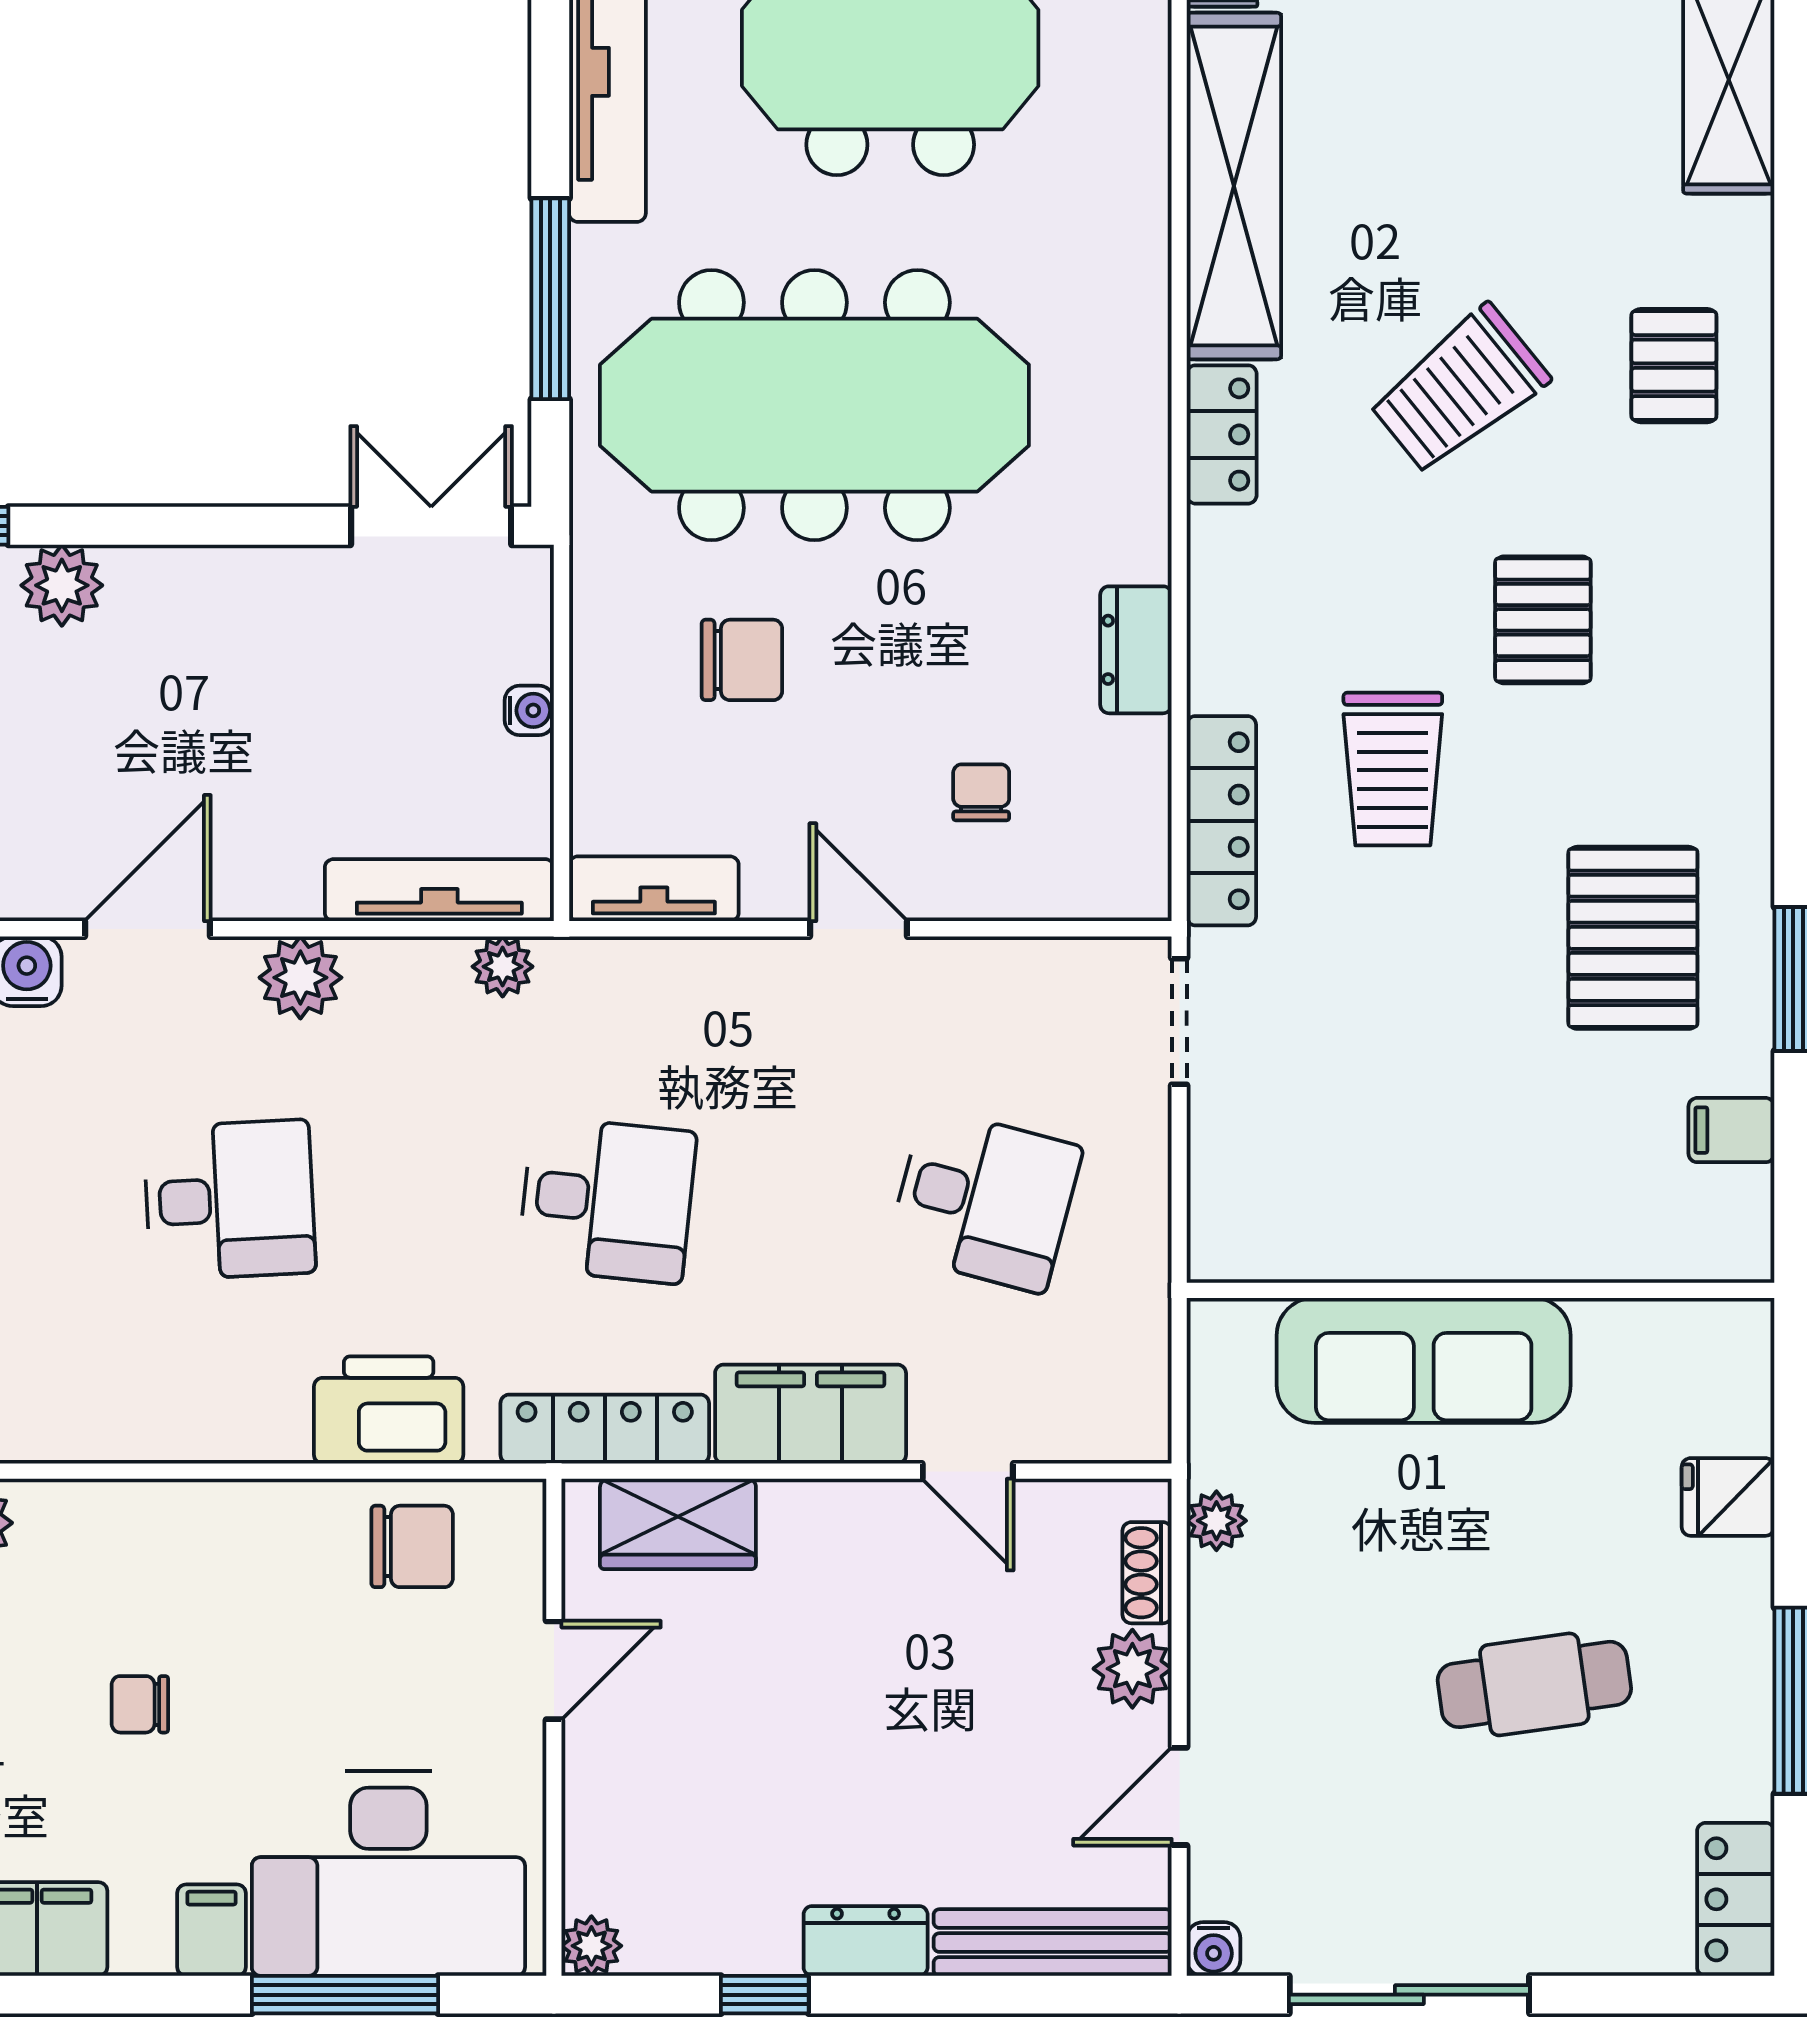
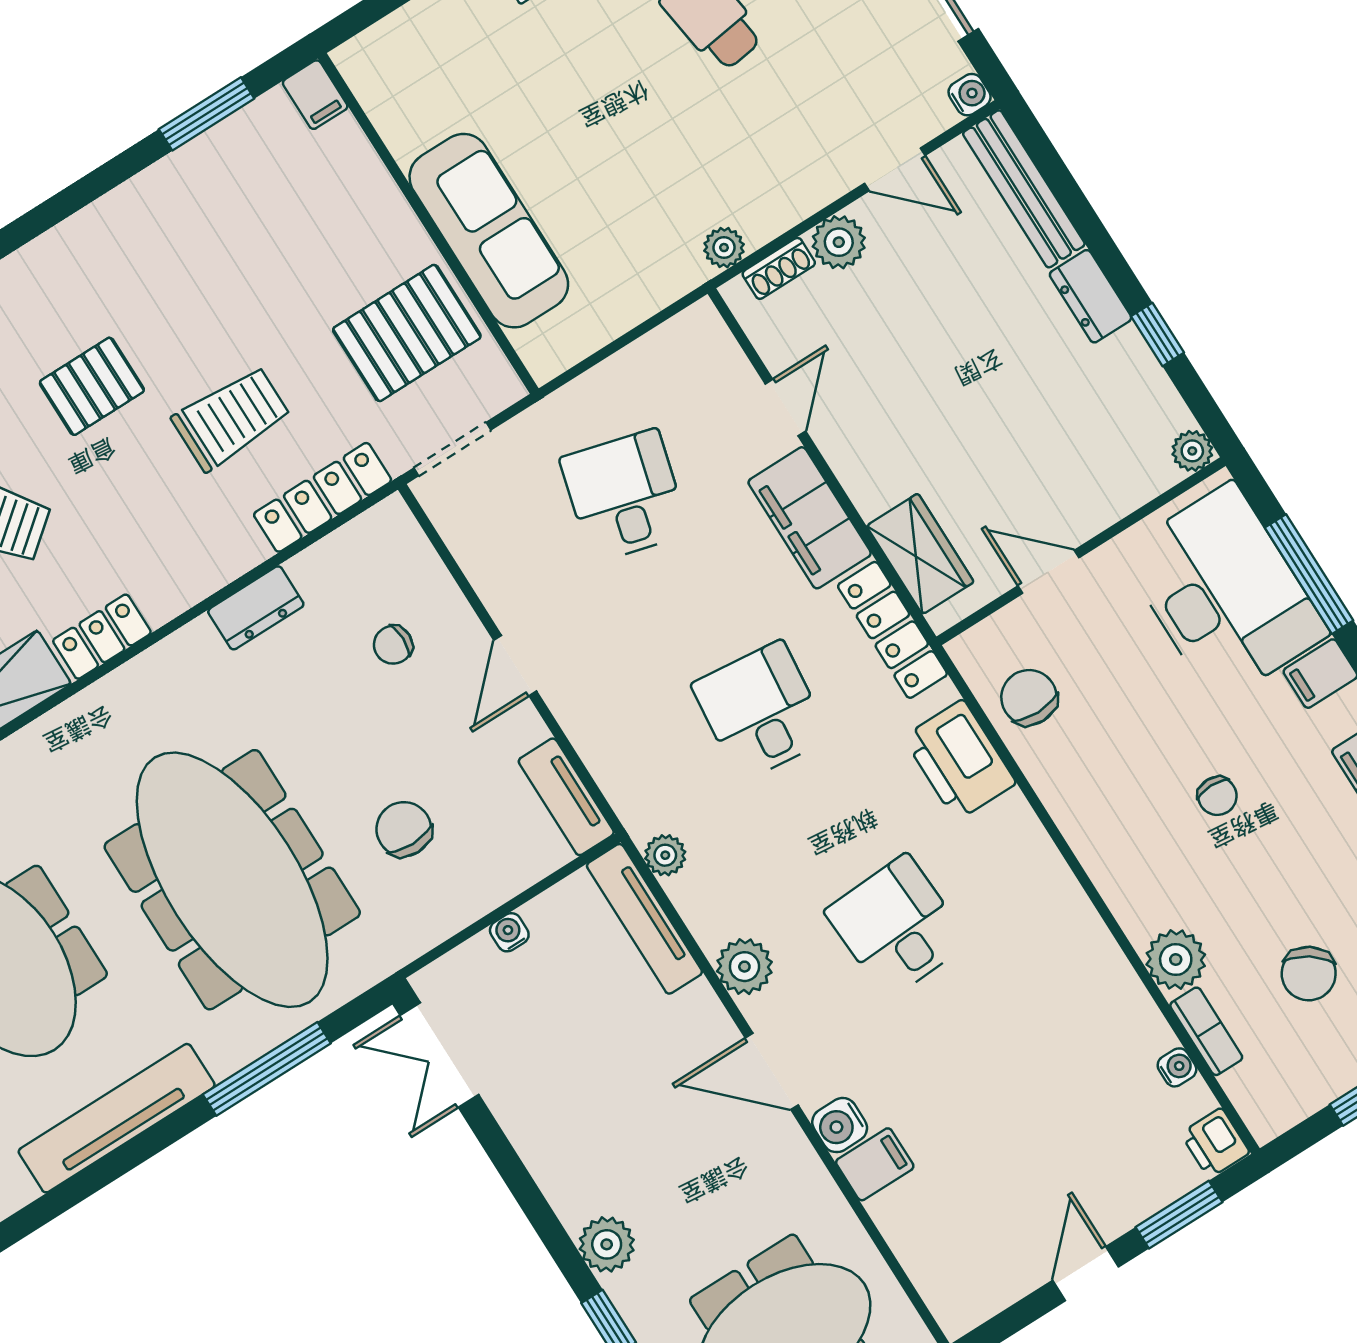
pallet: (1633, 938) -> (407, 333), moved
wall: (1481, 1290) -> (428, 223), moved
sofa: (1424, 1360) -> (489, 231), moved

